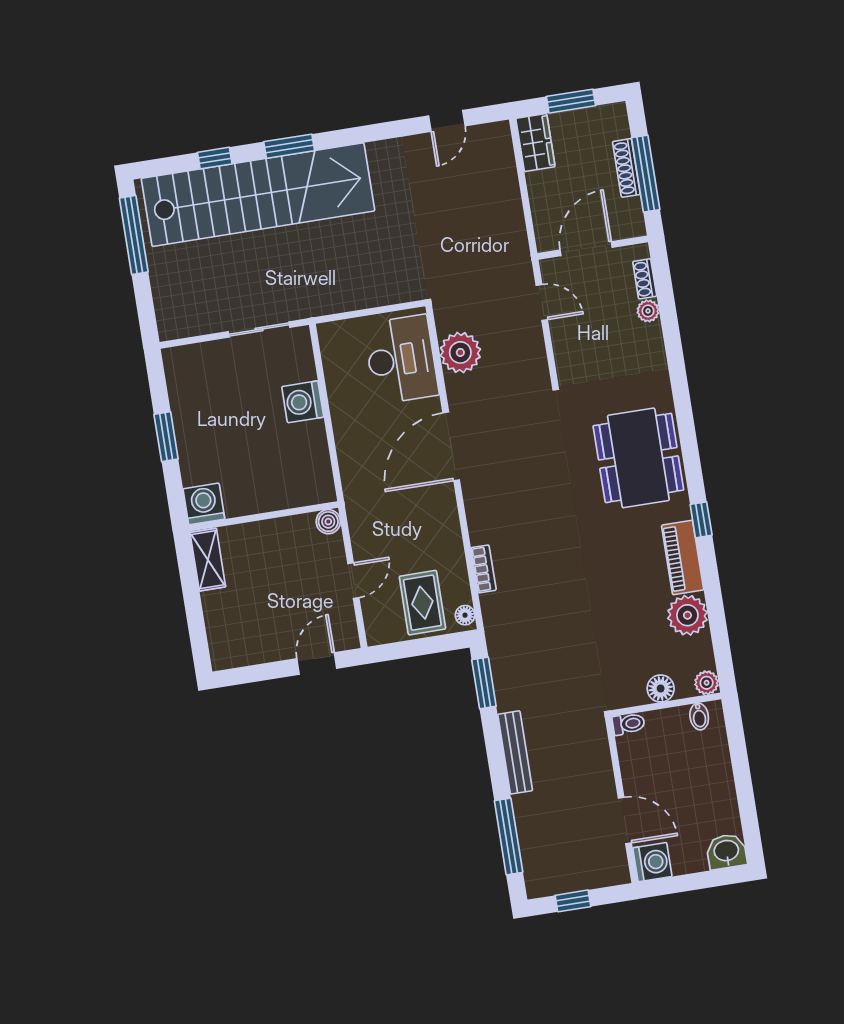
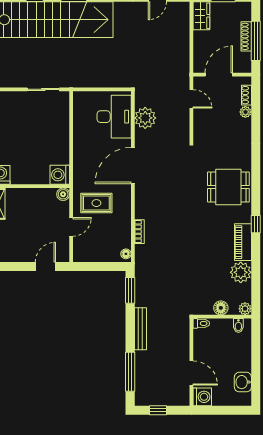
washing machine: (303, 402) -> (60, 175), moved
dining table: (638, 458) -> (228, 187), width x0.73
rug: (422, 603) -> (96, 203), moved, turned 90
washbasin: (726, 852) -> (243, 382), moved, turned -90

